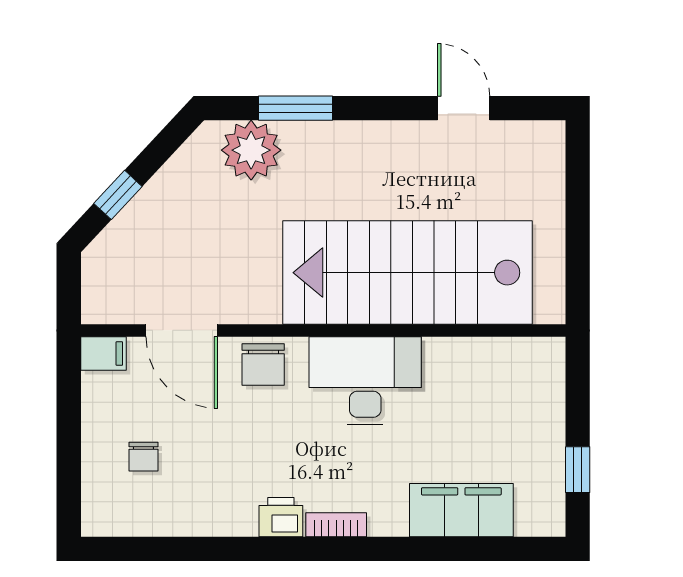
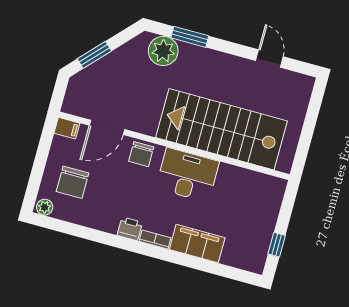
window: (118, 195) -> (94, 55), width x1.50
door: (182, 330) -> (107, 127), hinge flipped
chair: (143, 457) -> (73, 182), width x1.87, depth x1.87
filing cabinet: (461, 510) -> (197, 244), moved
plant: (102, 520) -> (45, 207), added

